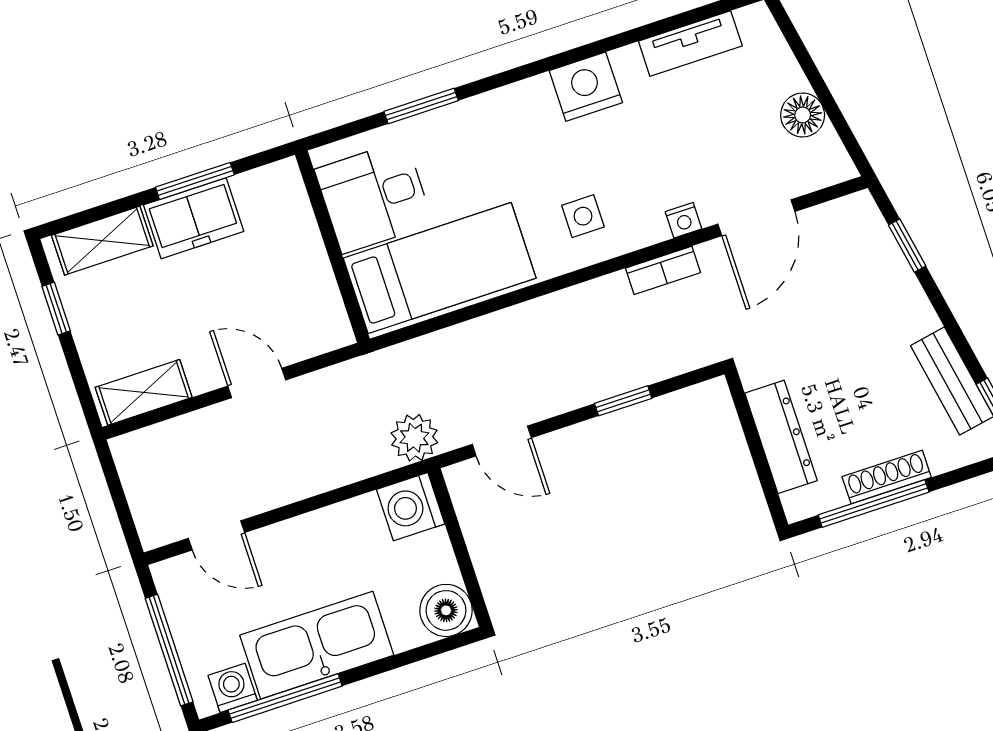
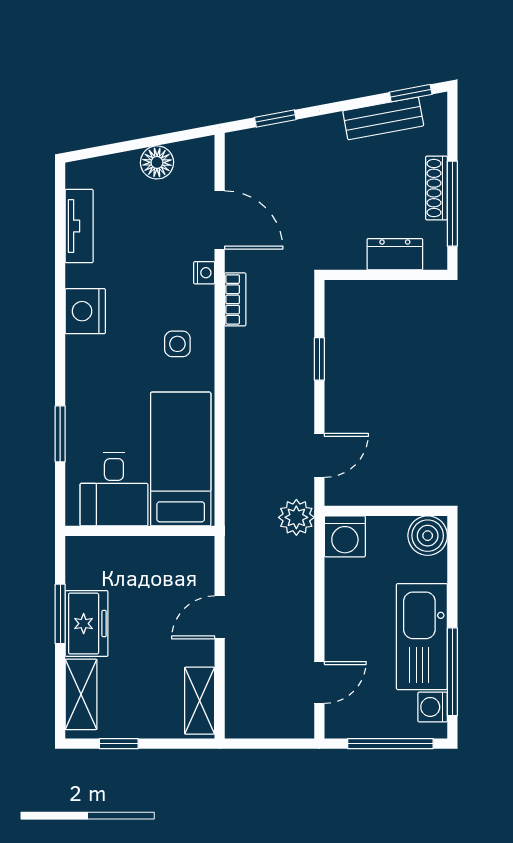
dresser: (781, 437) -> (395, 254), width x0.70

